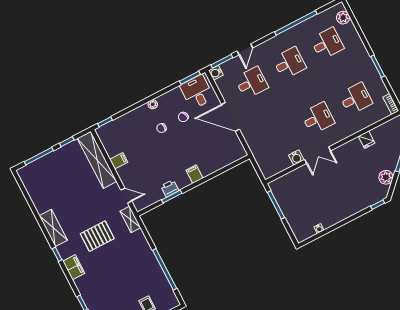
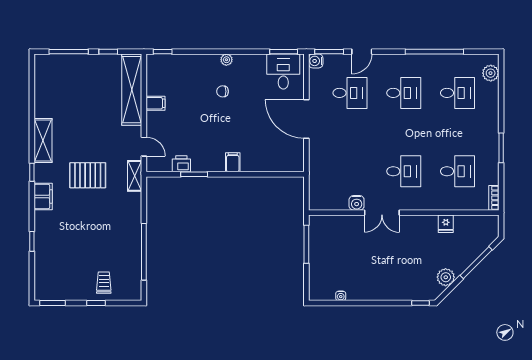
chair: (183, 117) -> (253, 92), removed
printer: (170, 188) -> (181, 164), moved

